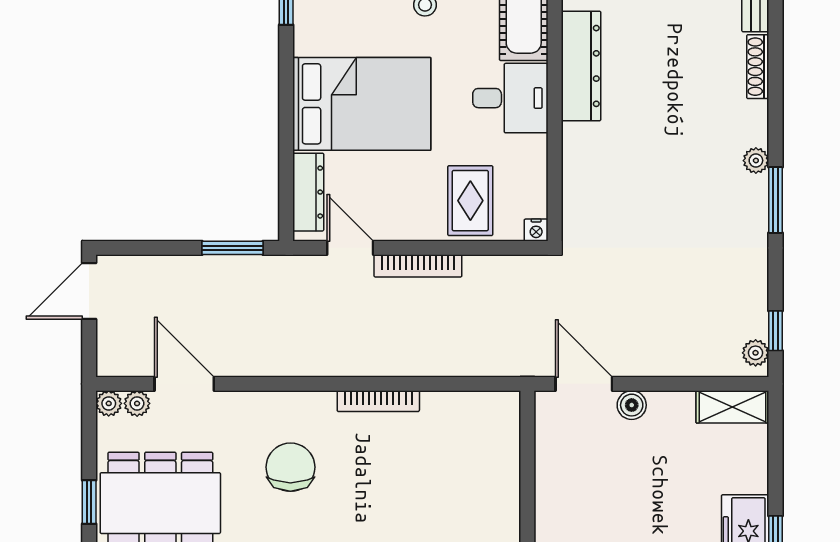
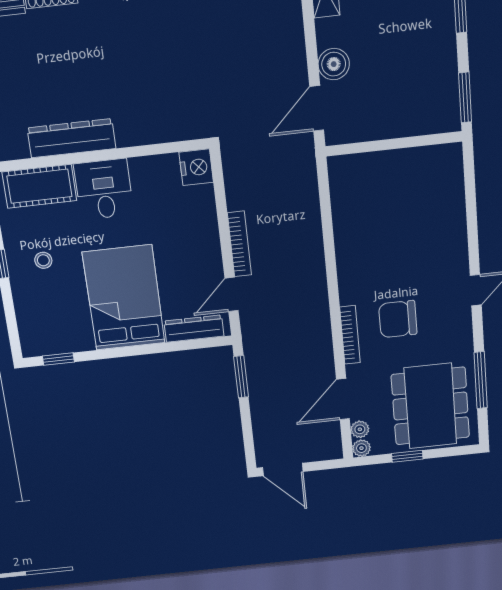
rug: (470, 201) -> (186, 211), removed
nightstand: (536, 230) -> (196, 167), width x1.89, depth x1.79
bookcase: (378, 401) -> (350, 335), moved
boiler: (632, 405) -> (334, 64), width x1.36, depth x1.36
window: (89, 502) -> (407, 456), moved

